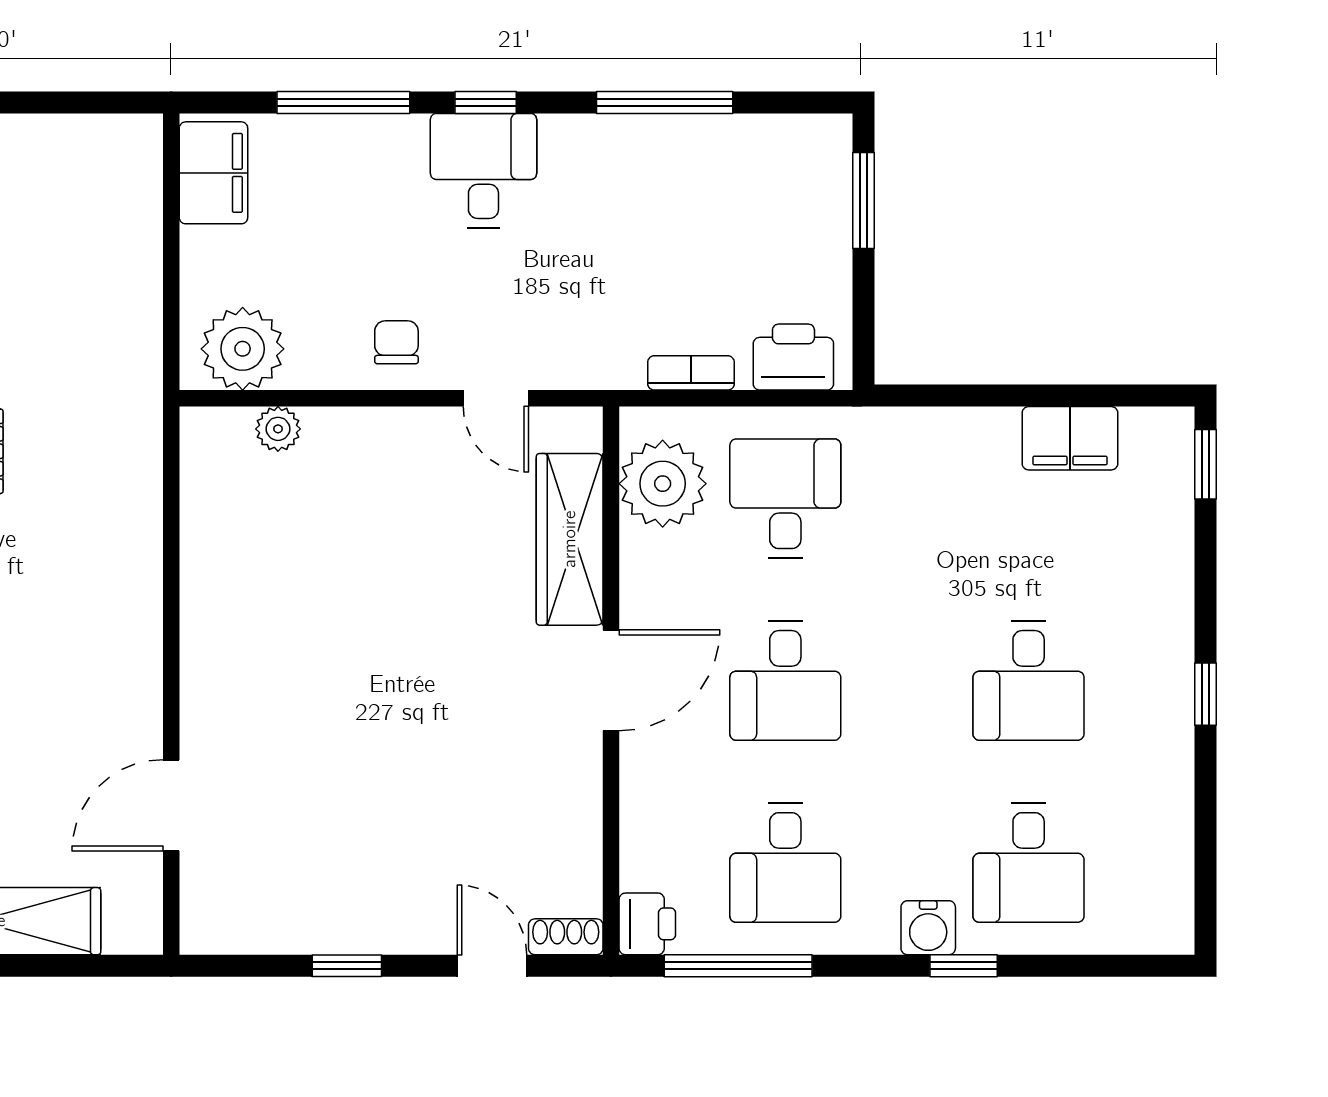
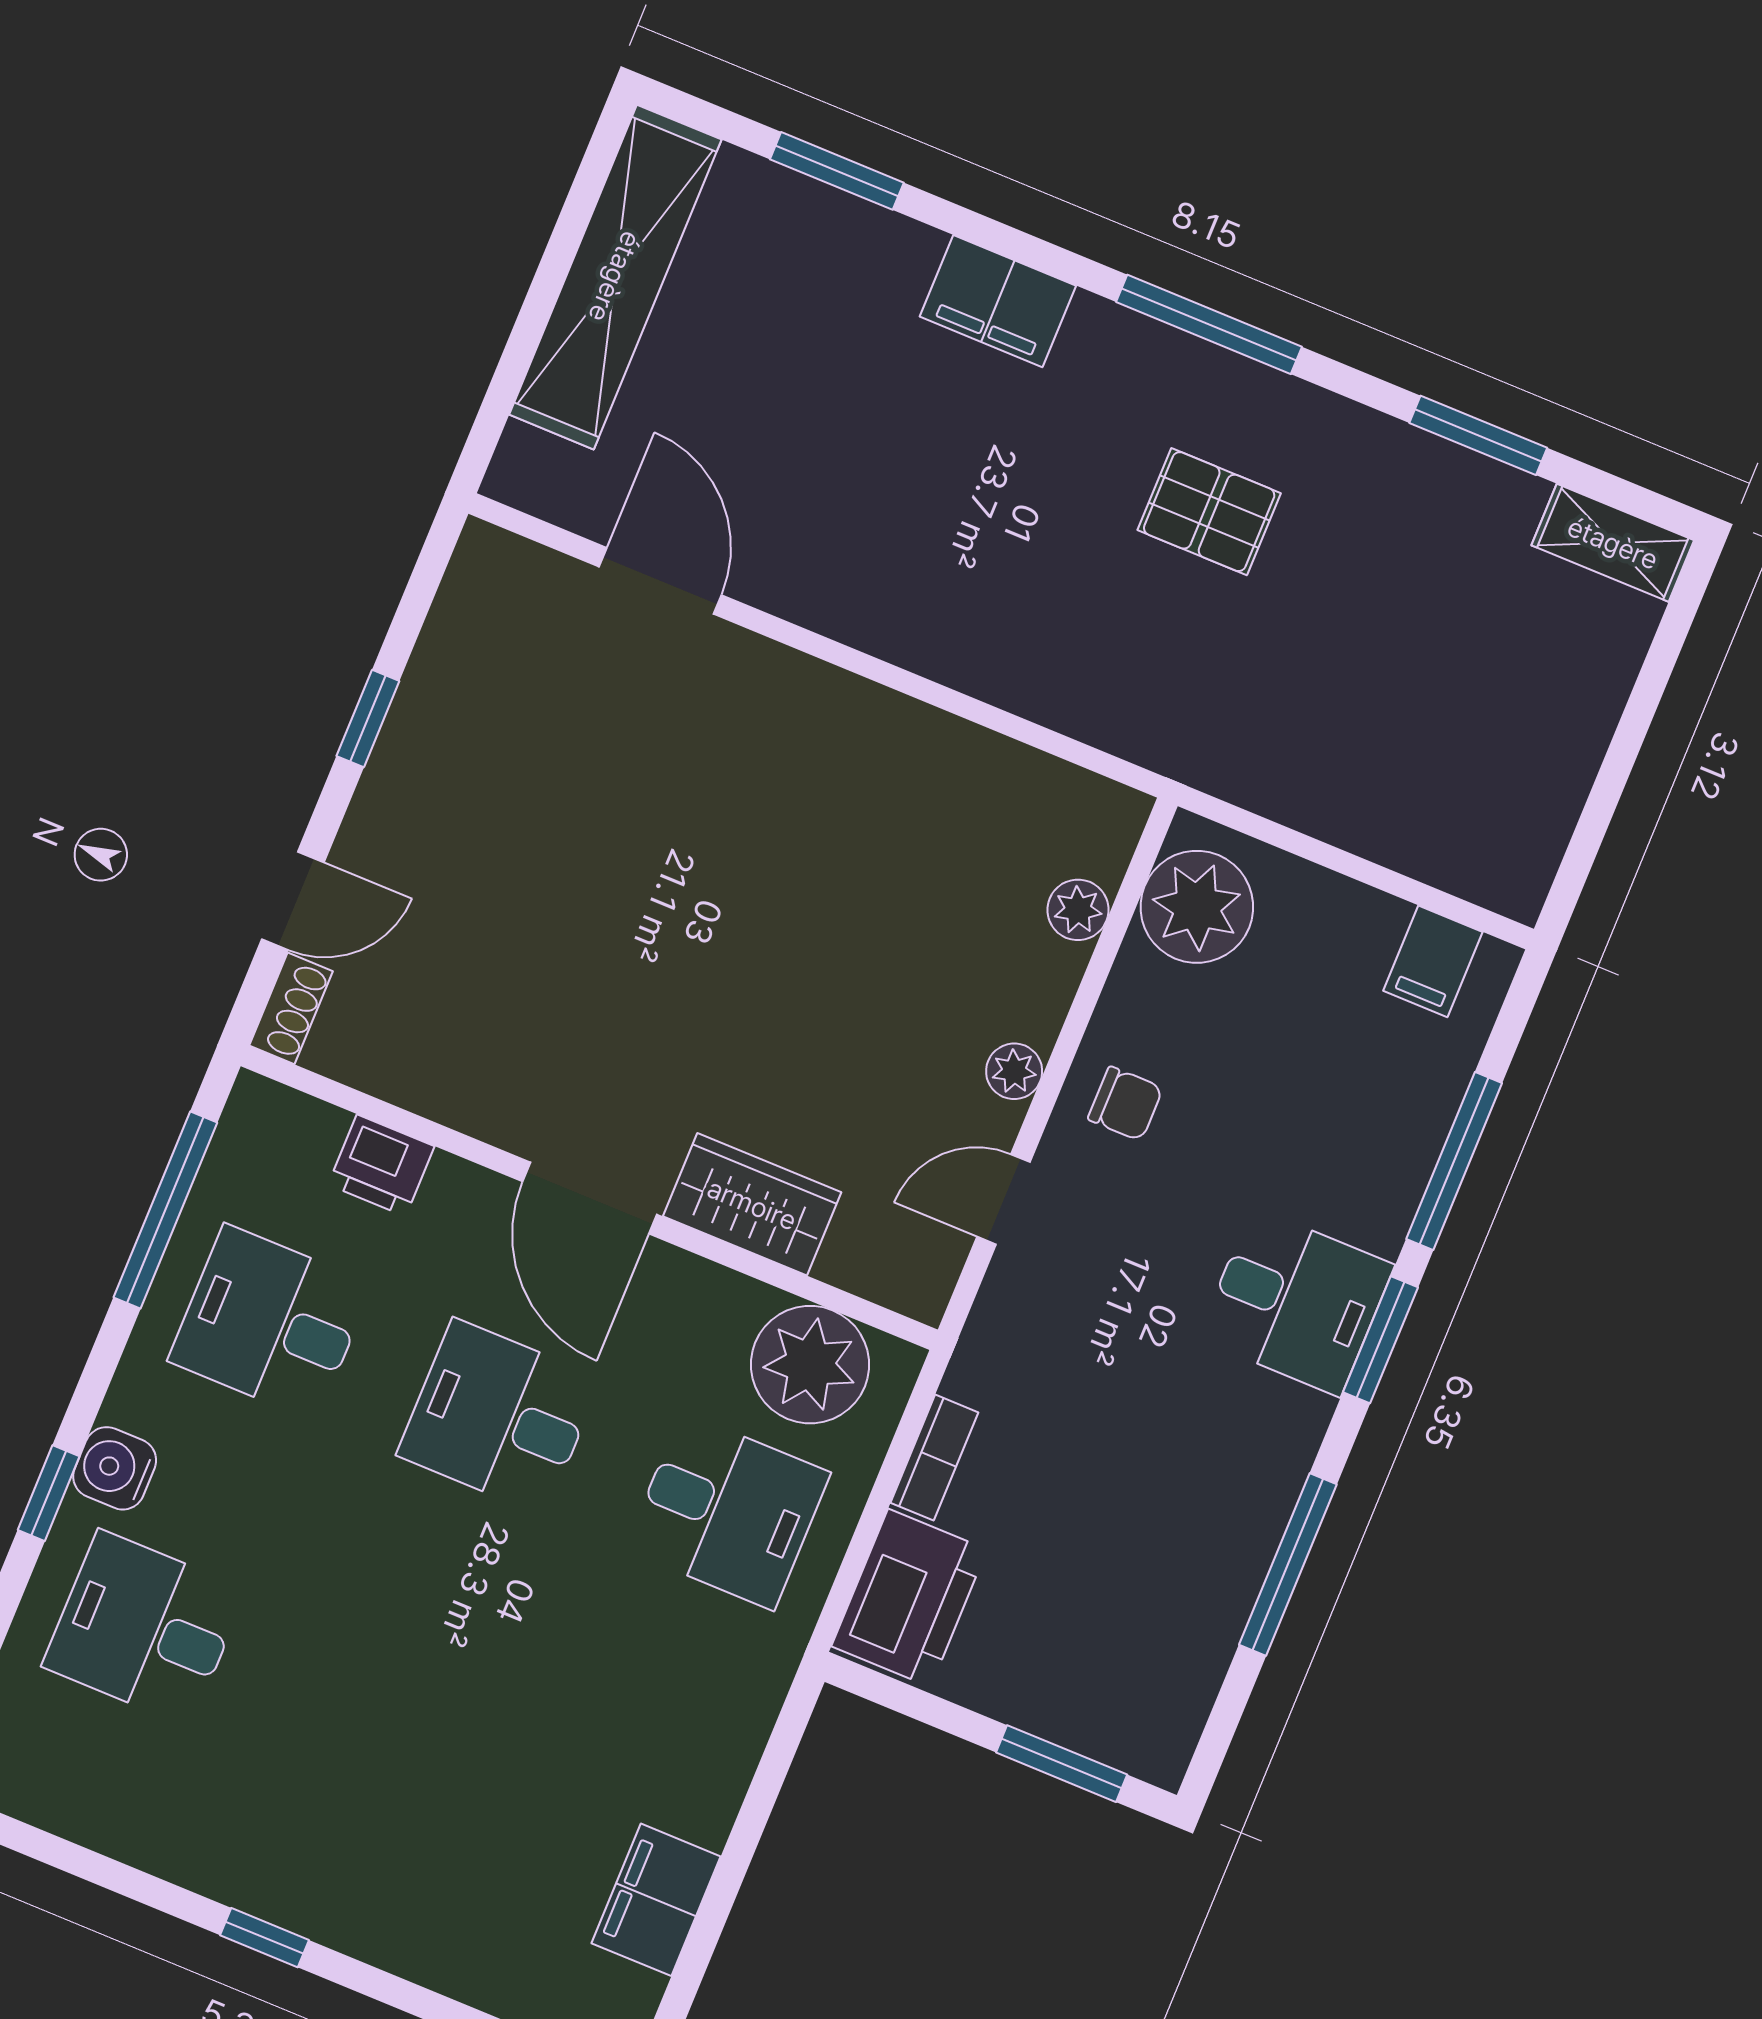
window: (486, 102) -> (1380, 1340), width x1.50
filing cabinet: (213, 173) -> (1433, 961), width x0.50
printer: (793, 357) -> (909, 1598), width x1.37, depth x1.19
plant: (406, 427) -> (1014, 1071), added
wardrobe: (570, 539) -> (752, 1204), width x0.67
desk: (1029, 681) -> (373, 1722), removed
printer: (647, 924) -> (381, 1165), moved

